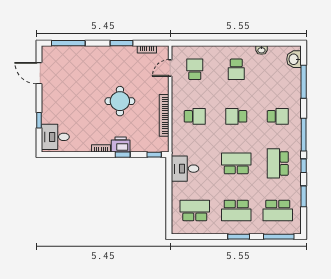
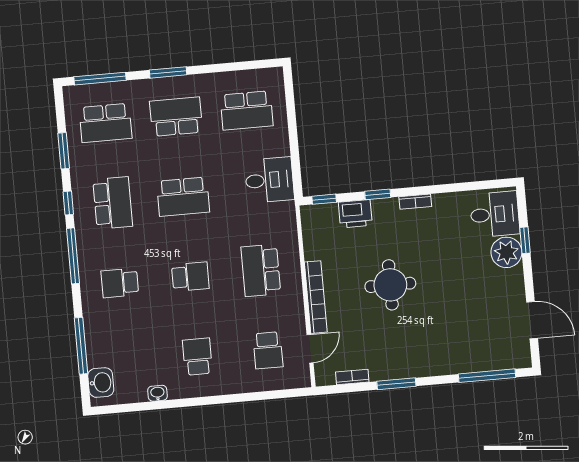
plant: (50, 114) -> (506, 252), added
bookcase: (164, 115) -> (316, 297), moved
school desk: (195, 116) -> (261, 270), width x1.85
printer: (121, 144) -> (355, 214), moved
school desk: (278, 210) -> (106, 123), turned 180

